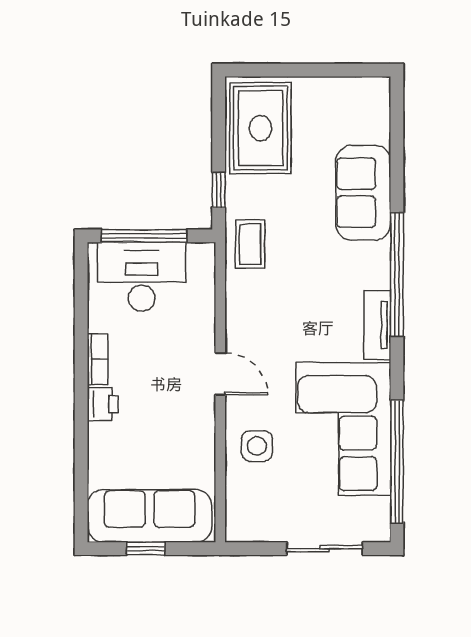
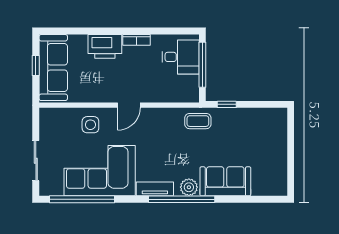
rug: (261, 128) -> (260, 127), removed
plant: (374, 261) -> (189, 187), added
desk: (142, 277) -> (181, 57), width x0.73
printer: (103, 404) -> (105, 46), width x1.87, depth x1.48

